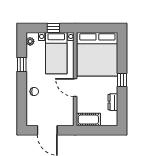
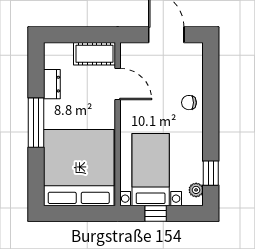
window: (22, 65) -> (211, 173), moved
window: (122, 80) -> (36, 123), width x2.17
door: (75, 87) -> (118, 84), moved

